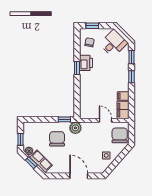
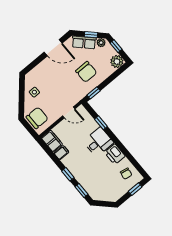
desk: (113, 43) -> (98, 142), moved, turned -135
window: (77, 68) -> (101, 123), moved
door: (105, 120) -> (69, 112), moved
plant: (75, 128) -> (117, 61), moved
chair: (120, 135) -> (37, 118), turned -90
door: (79, 176) -> (53, 48), moved

